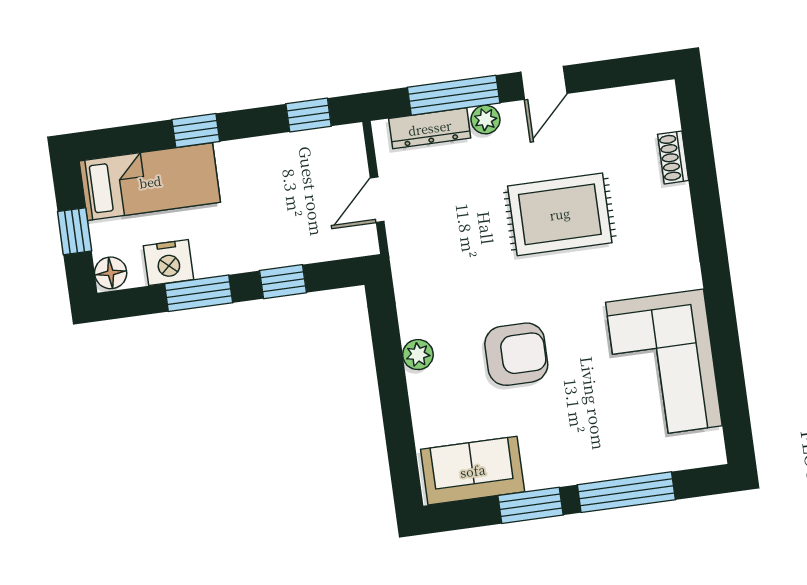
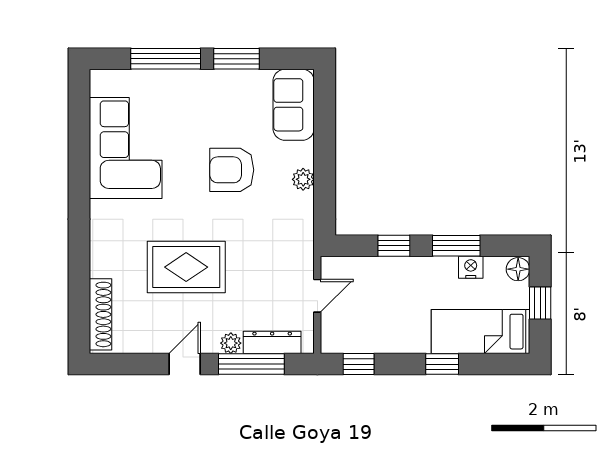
shoe rack: (673, 157) -> (100, 314), width x1.94, depth x1.24
nightstand: (168, 263) -> (471, 267), width x0.74, depth x0.75
sofa: (473, 471) -> (294, 105), moved, turned 90

